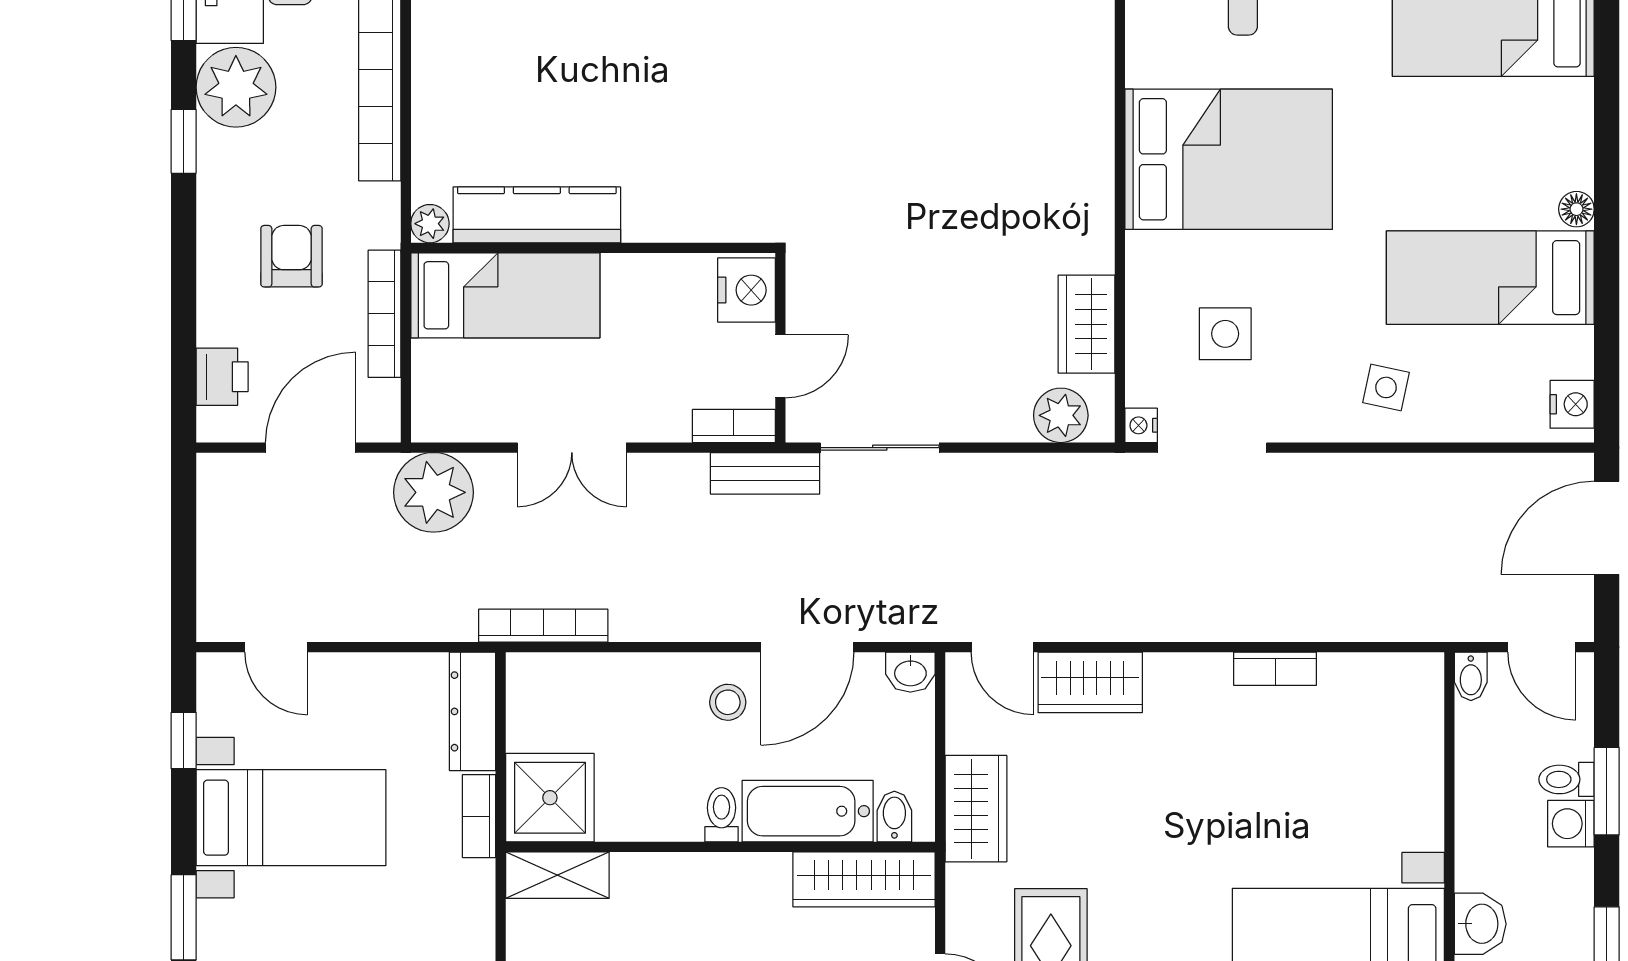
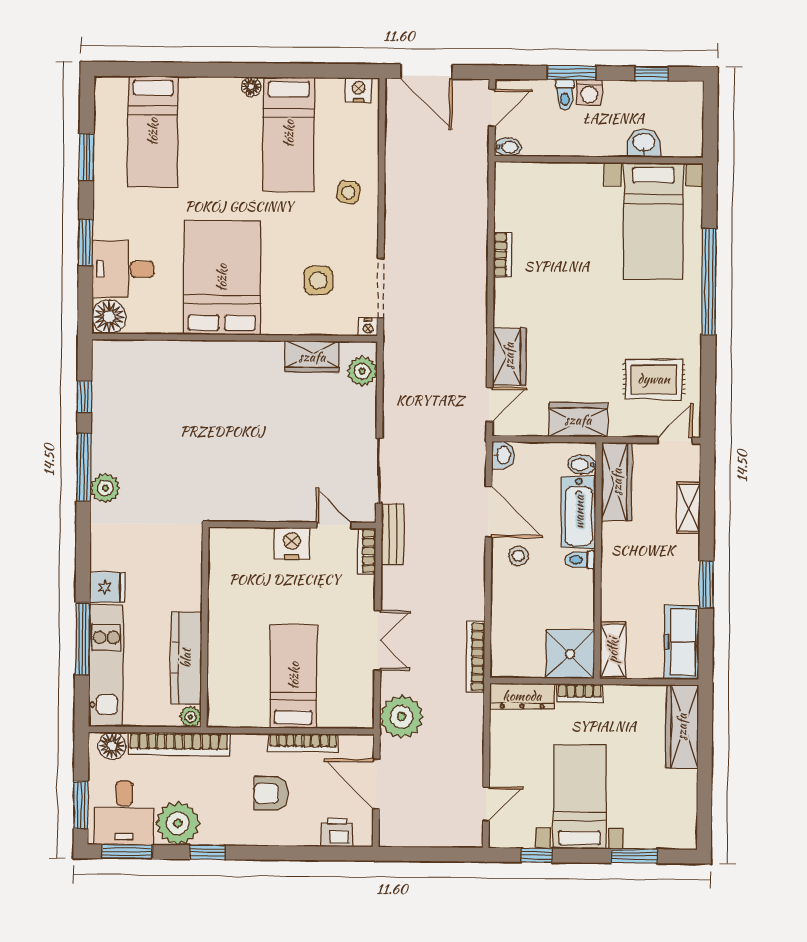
kitchen counter: (537, 215) -> (186, 658), moved
plant: (430, 224) -> (191, 717), moved
wall: (593, 248) -> (205, 627), moved

